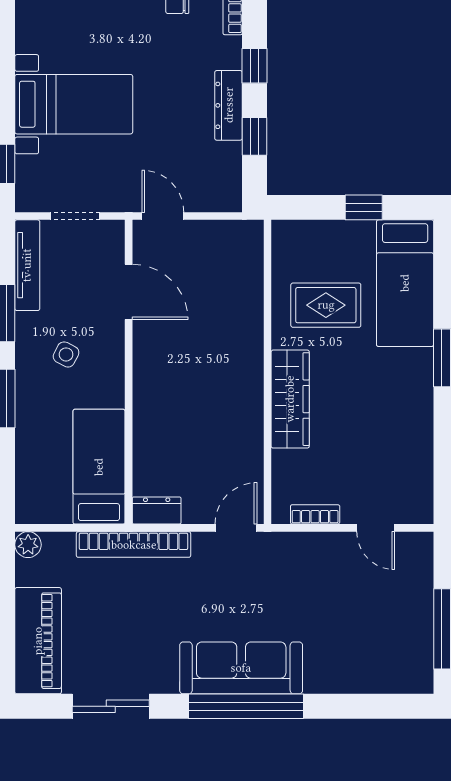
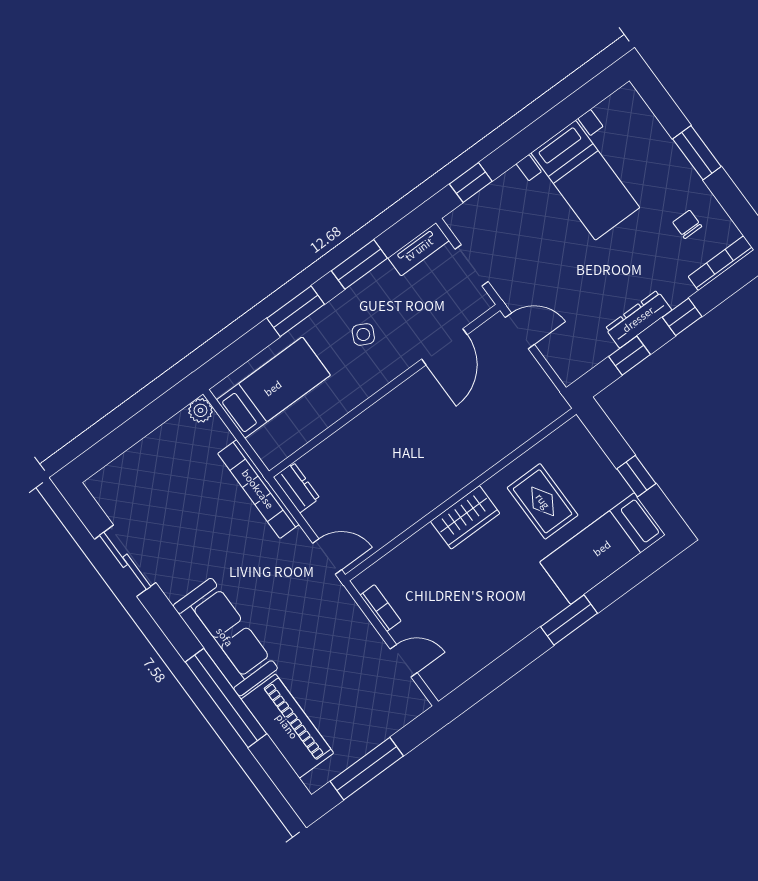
bed with nightstands: (74, 104) -> (585, 180), moved
door: (163, 216) -> (520, 331), hinge flipped
tv unit: (27, 265) -> (419, 249), width x0.71
wardrobe: (290, 399) -> (465, 517), width x0.67
bed: (99, 467) -> (273, 388), moved
door: (376, 528) -> (404, 661), swing flipped
piano: (38, 641) -> (287, 726), moved, turned -90
window: (246, 706) -> (226, 698), moved

